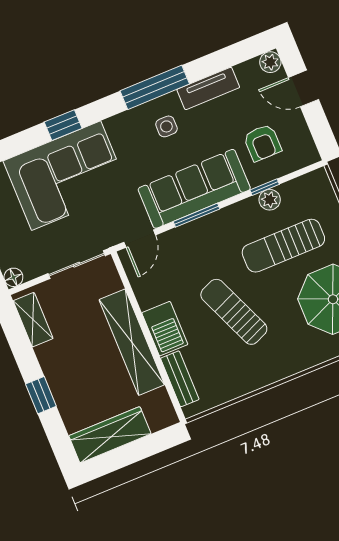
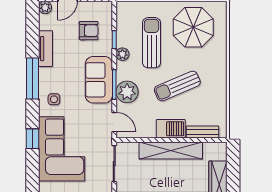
side table: (166, 126) -> (54, 99), moved
sofa: (194, 189) -> (99, 80), width x0.73
plant: (270, 200) -> (122, 54), moved
plant: (193, 239) -> (127, 92), added
sun lounger: (283, 246) -> (152, 43), turned 180

